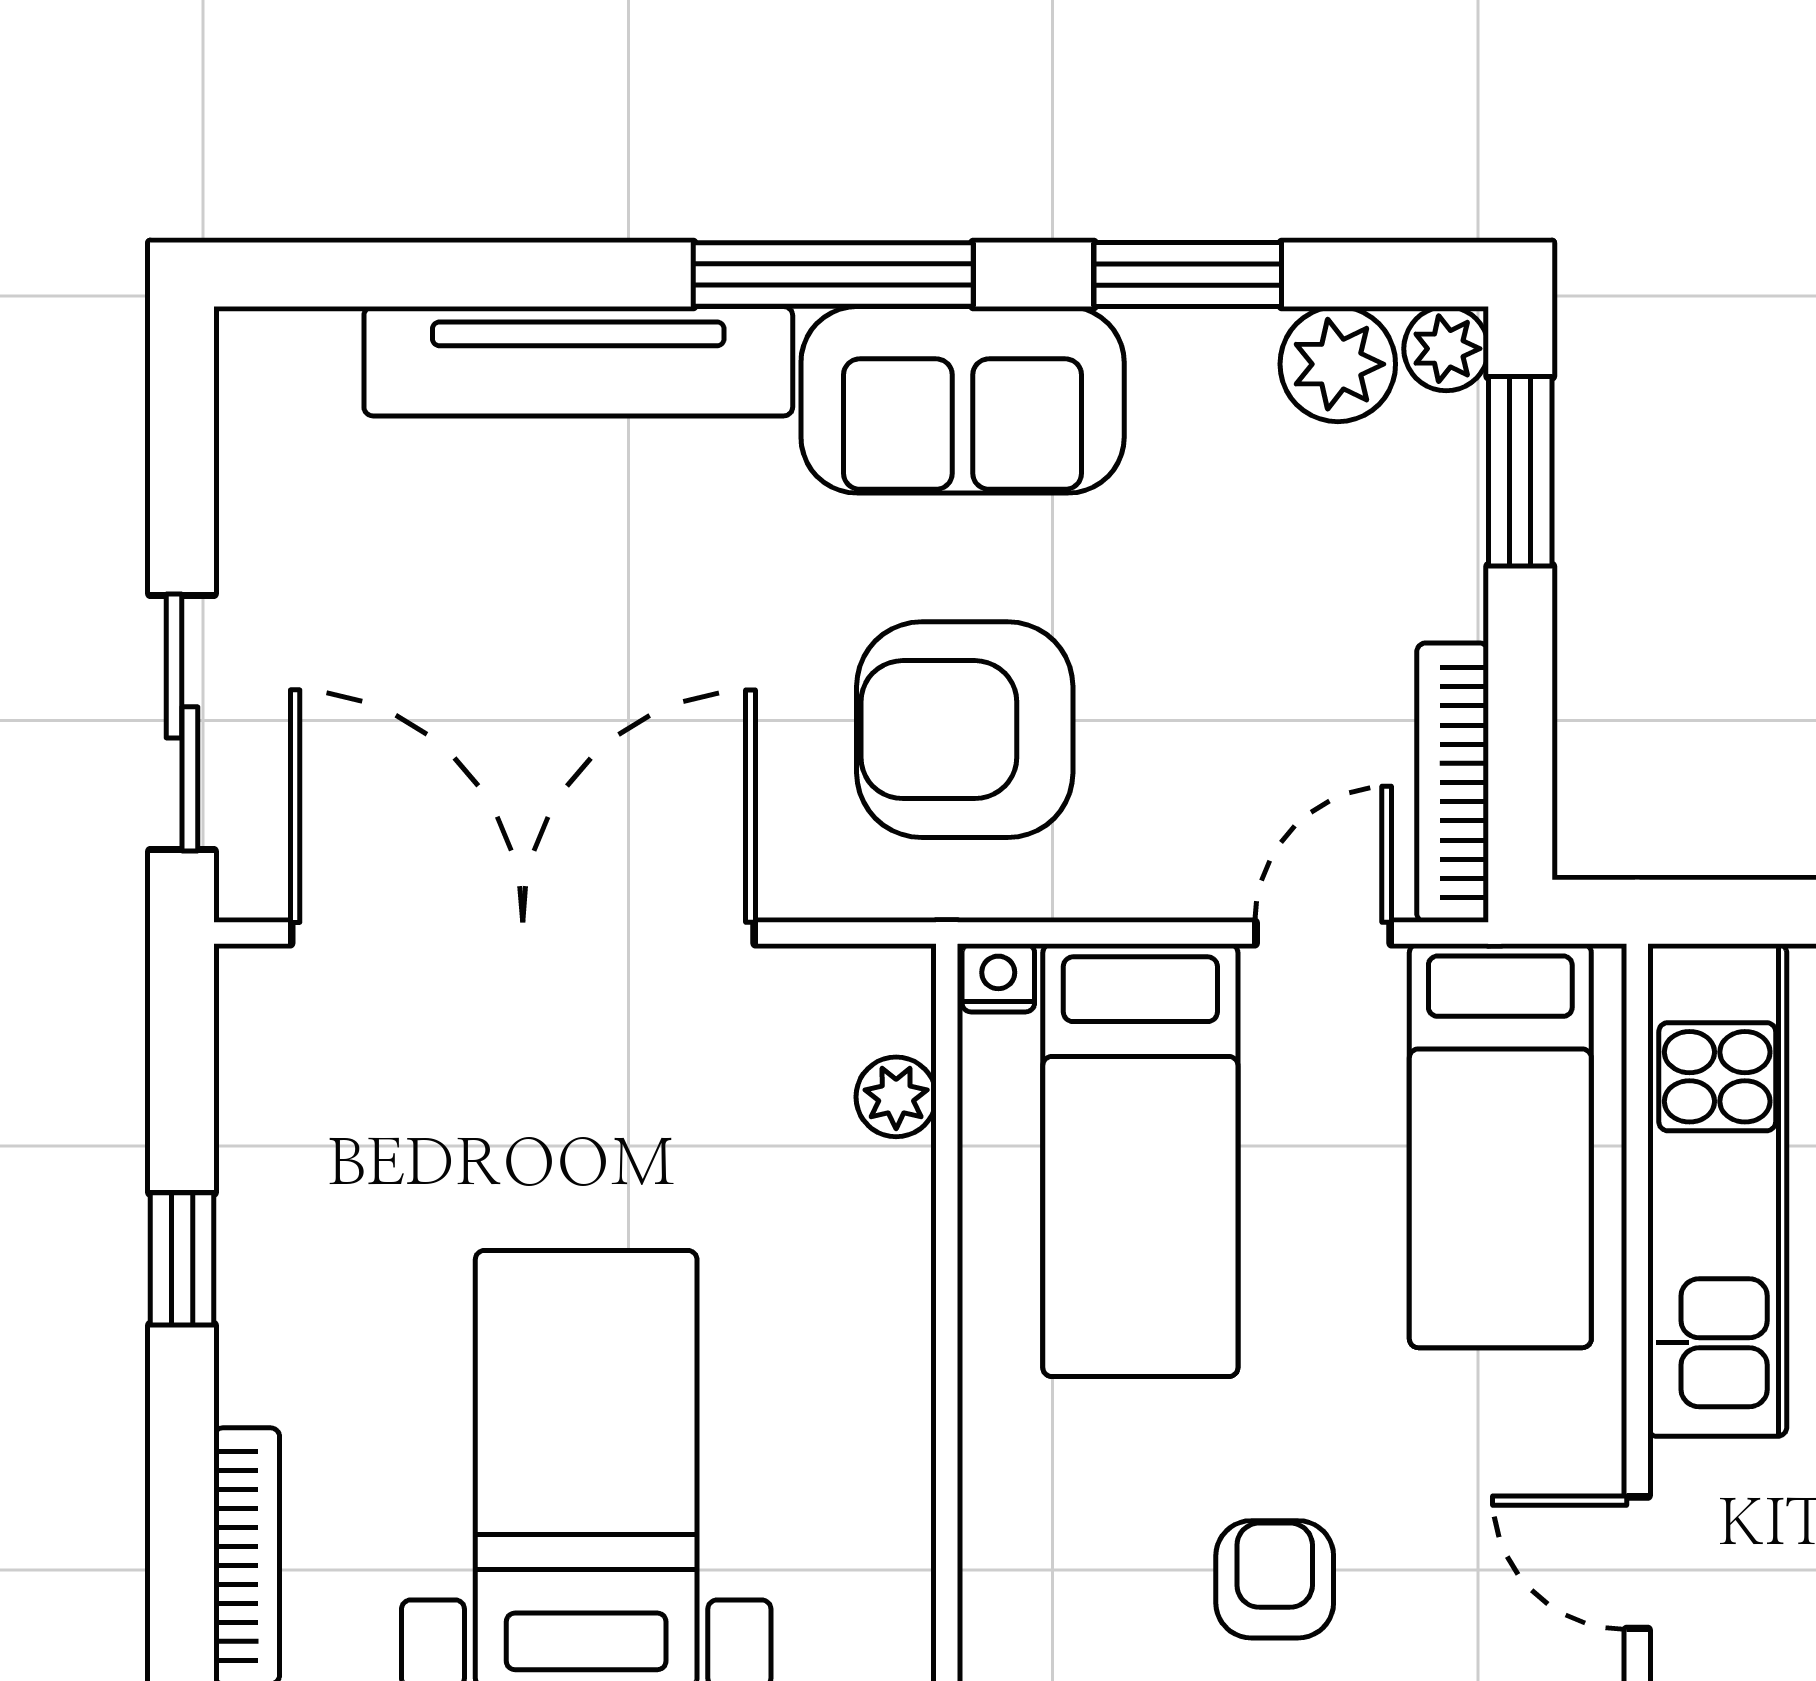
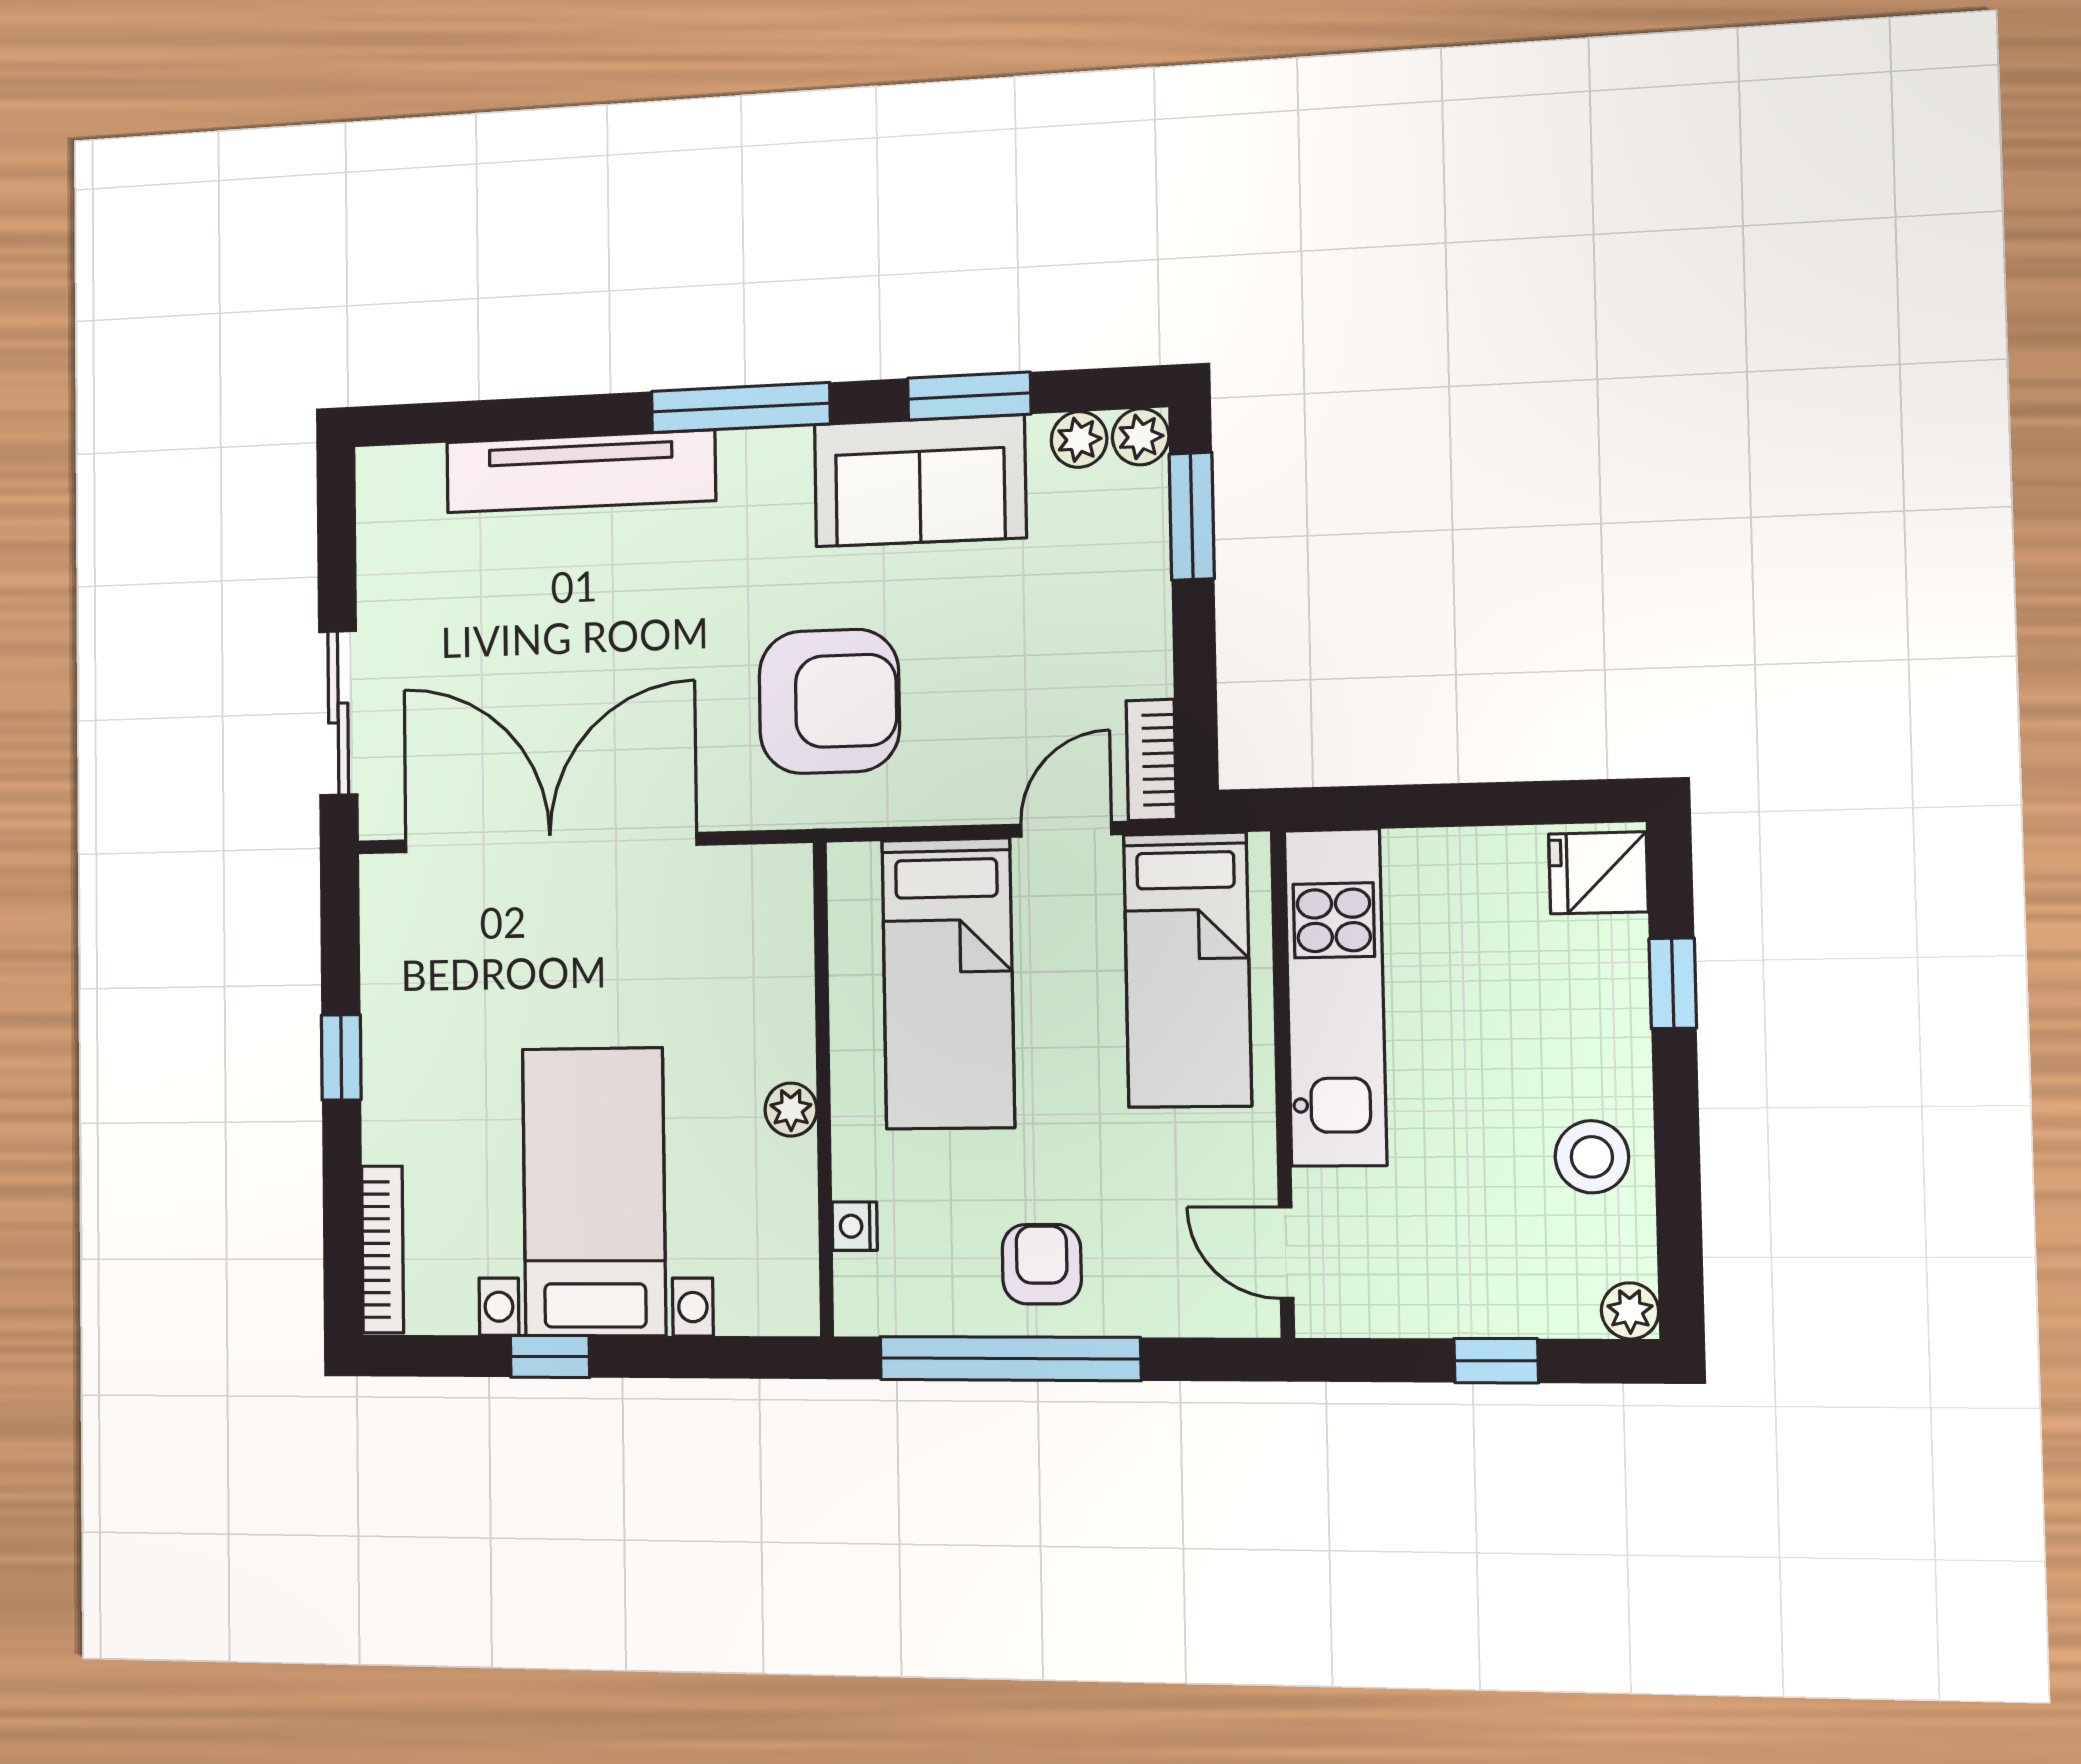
plant: (1338, 364) -> (1079, 439), width x0.73, depth x0.73
sofa: (963, 400) -> (920, 481), moved
armchair: (965, 730) -> (829, 701), turned 180
bookcase: (1453, 783) -> (1151, 760), width x0.64
nightstand: (998, 978) -> (855, 1226), moved, turned -90
plant: (896, 1097) -> (791, 1110), moved

